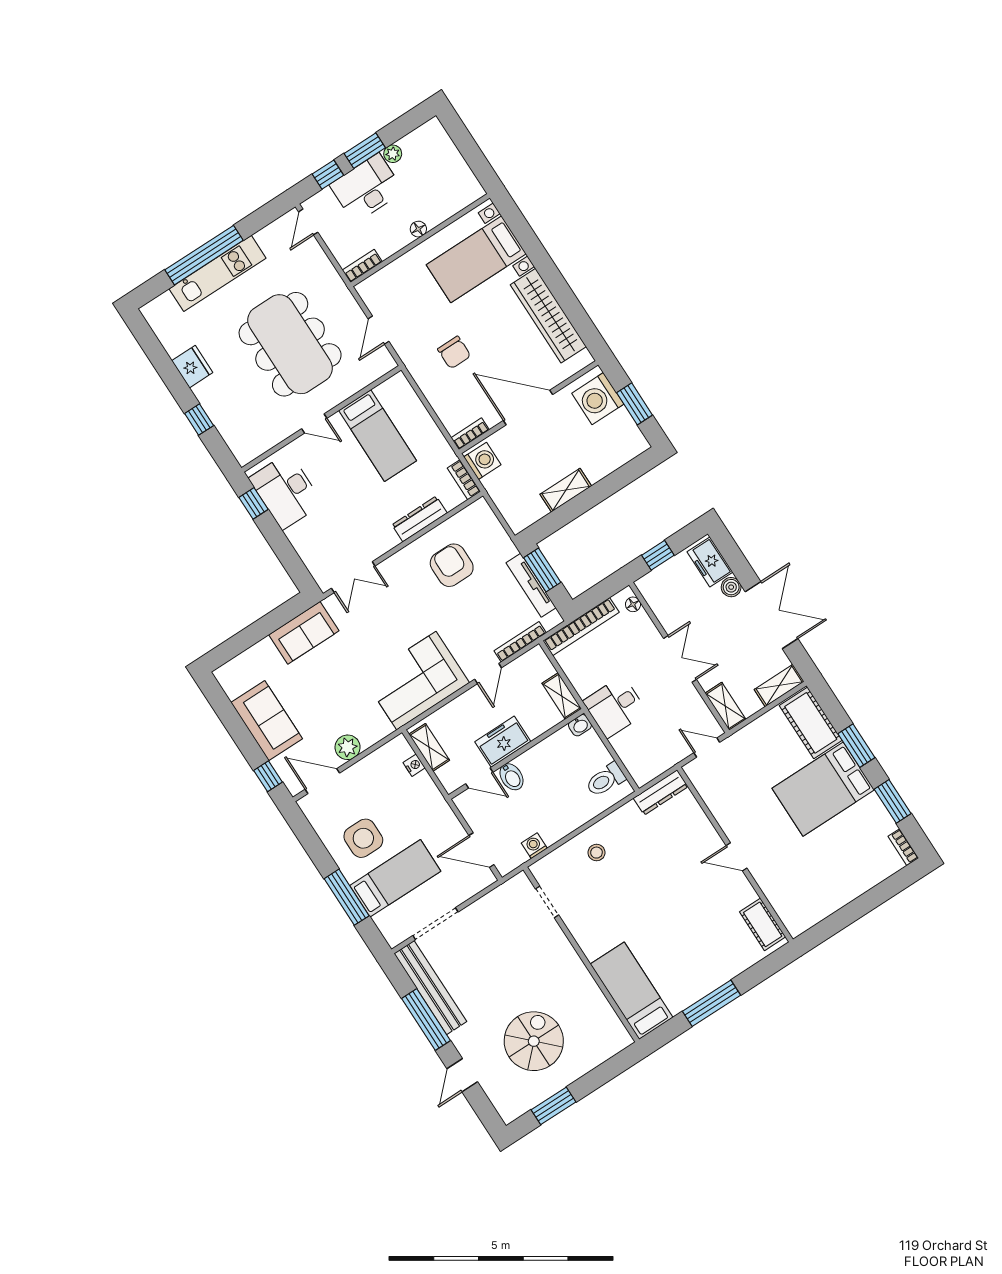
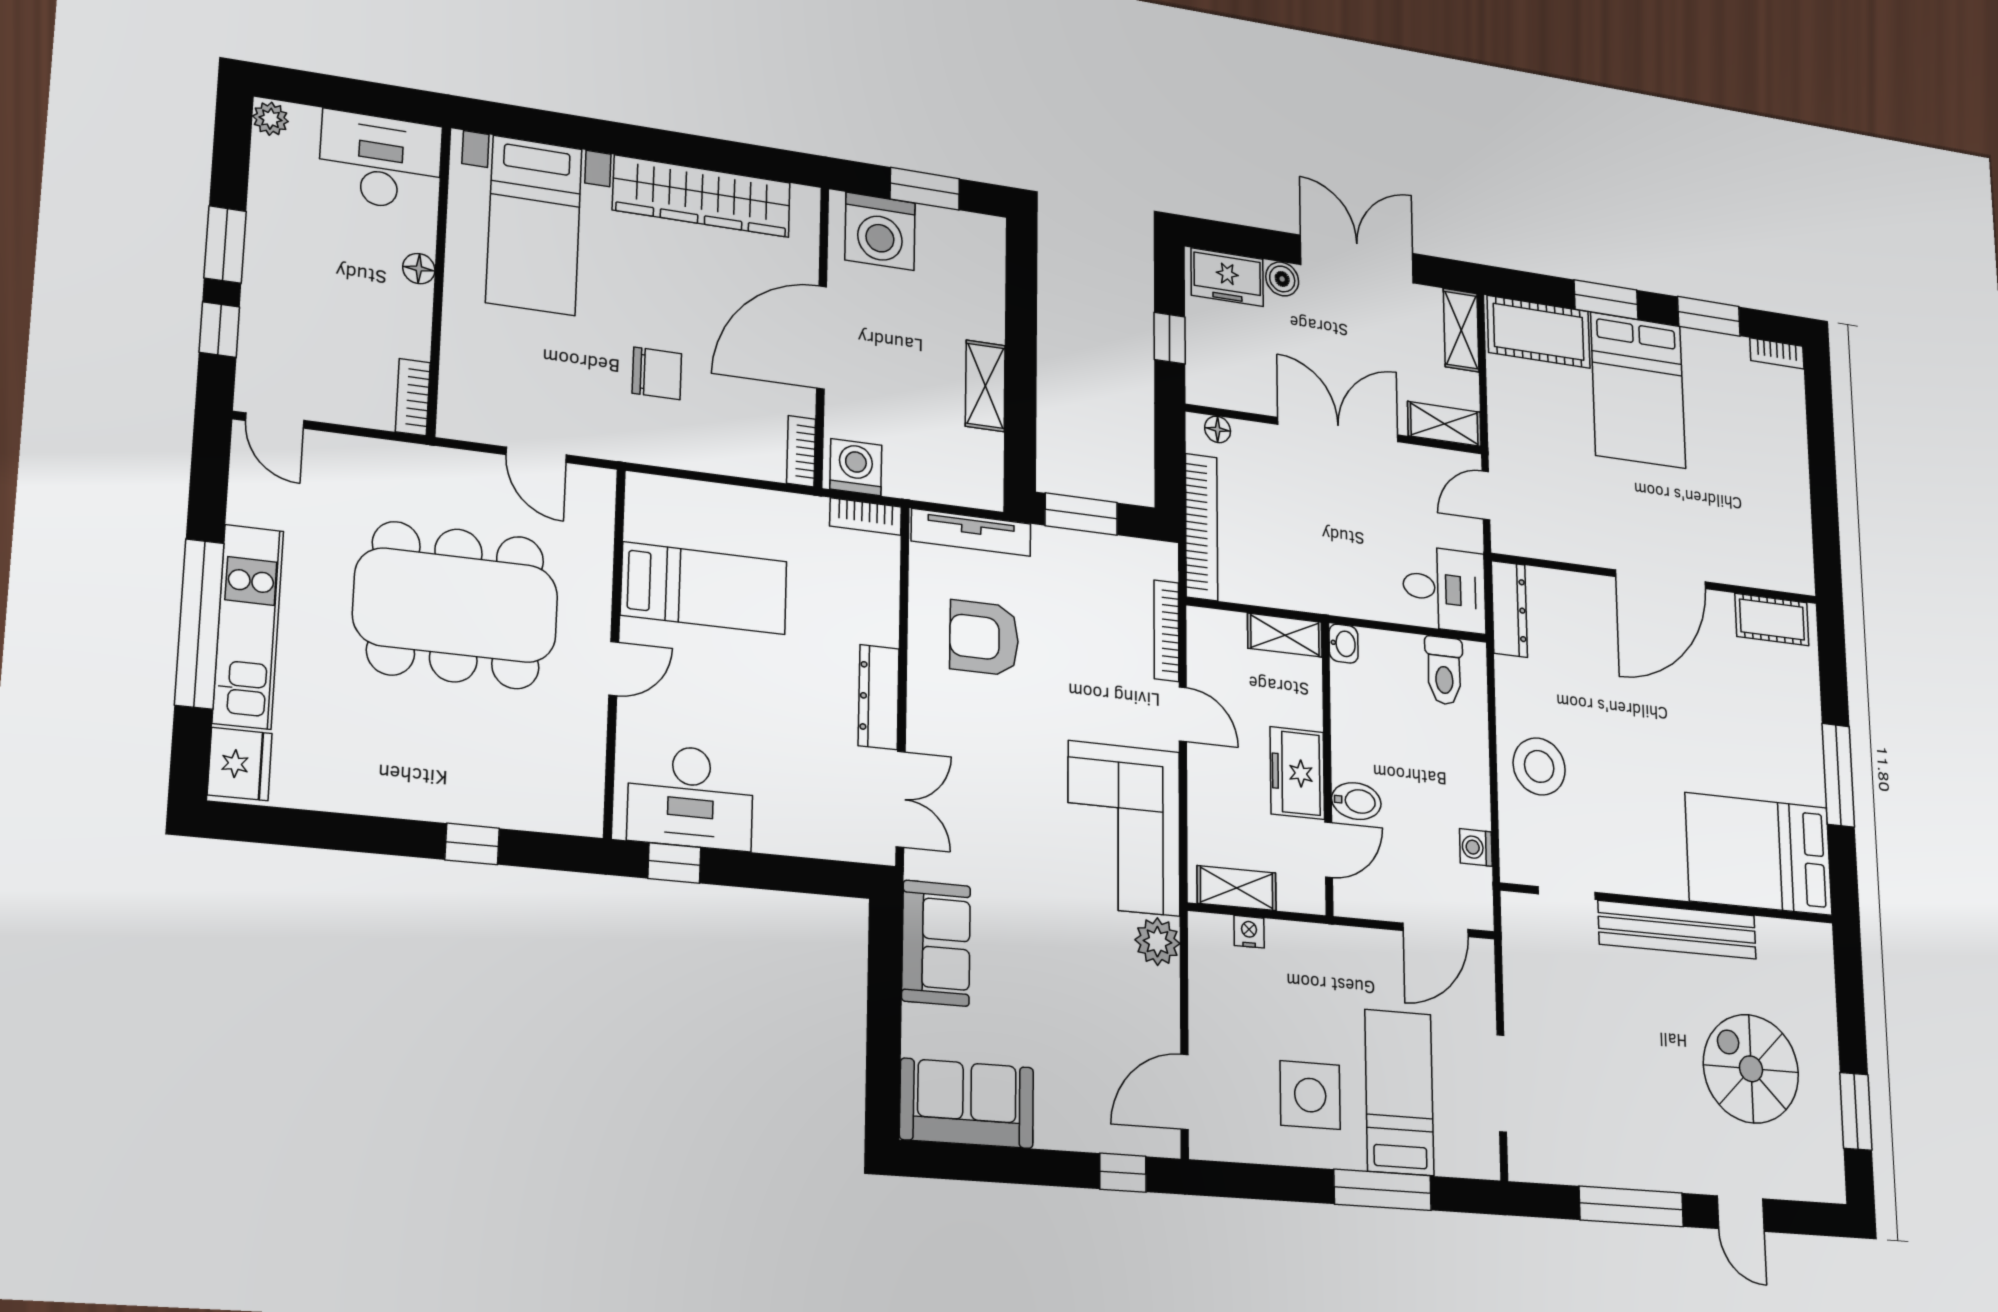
plant: (393, 154) -> (270, 119), moved
desk: (367, 188) -> (380, 161), moved, turned 90
fridge: (192, 367) -> (240, 764), moved, turned 90
dresser: (420, 519) -> (879, 697), moved
tv unit: (531, 585) -> (971, 532), moved
double door: (680, 659) -> (1338, 430), width x1.37
desk: (615, 707) -> (1444, 589), moved, turned -90
sofa: (267, 721) -> (967, 1103), moved
plant: (348, 747) -> (1157, 942), moved
stool: (596, 853) -> (1539, 766), width x1.89, depth x1.89
door: (737, 857) -> (1661, 579), width x1.88
bench: (430, 988) -> (1677, 930), moved
bed: (632, 991) -> (1759, 854), width x1.50

